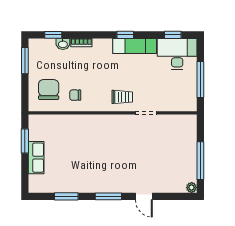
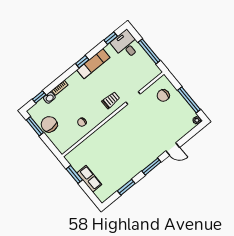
desk: (177, 54) -> (126, 45), width x0.73
chair: (49, 90) -> (49, 124), moved
chair: (178, 135) -> (163, 95), added

